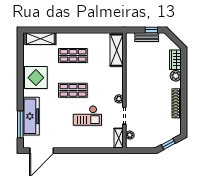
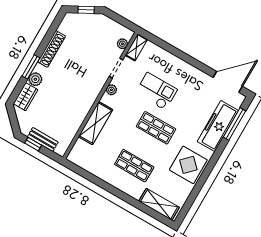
shelving: (117, 50) -> (96, 123), moved
window: (184, 83) -> (31, 67), added

